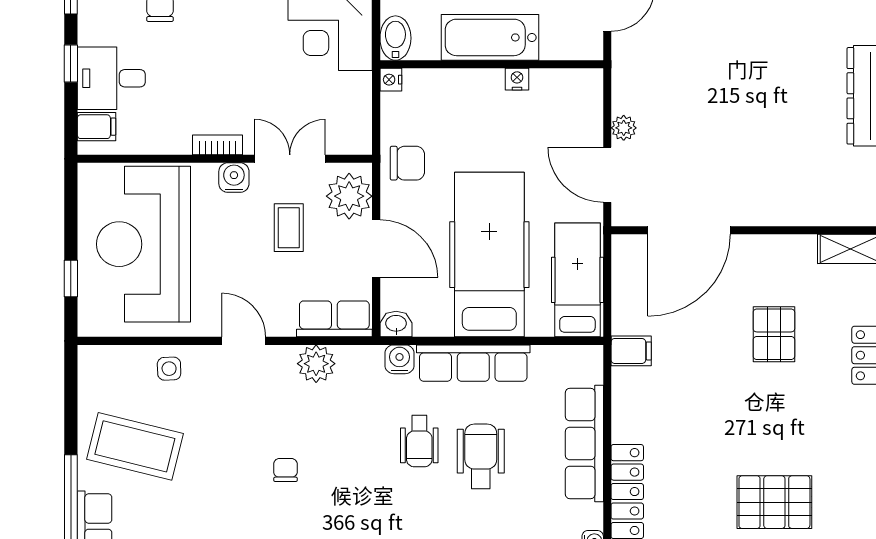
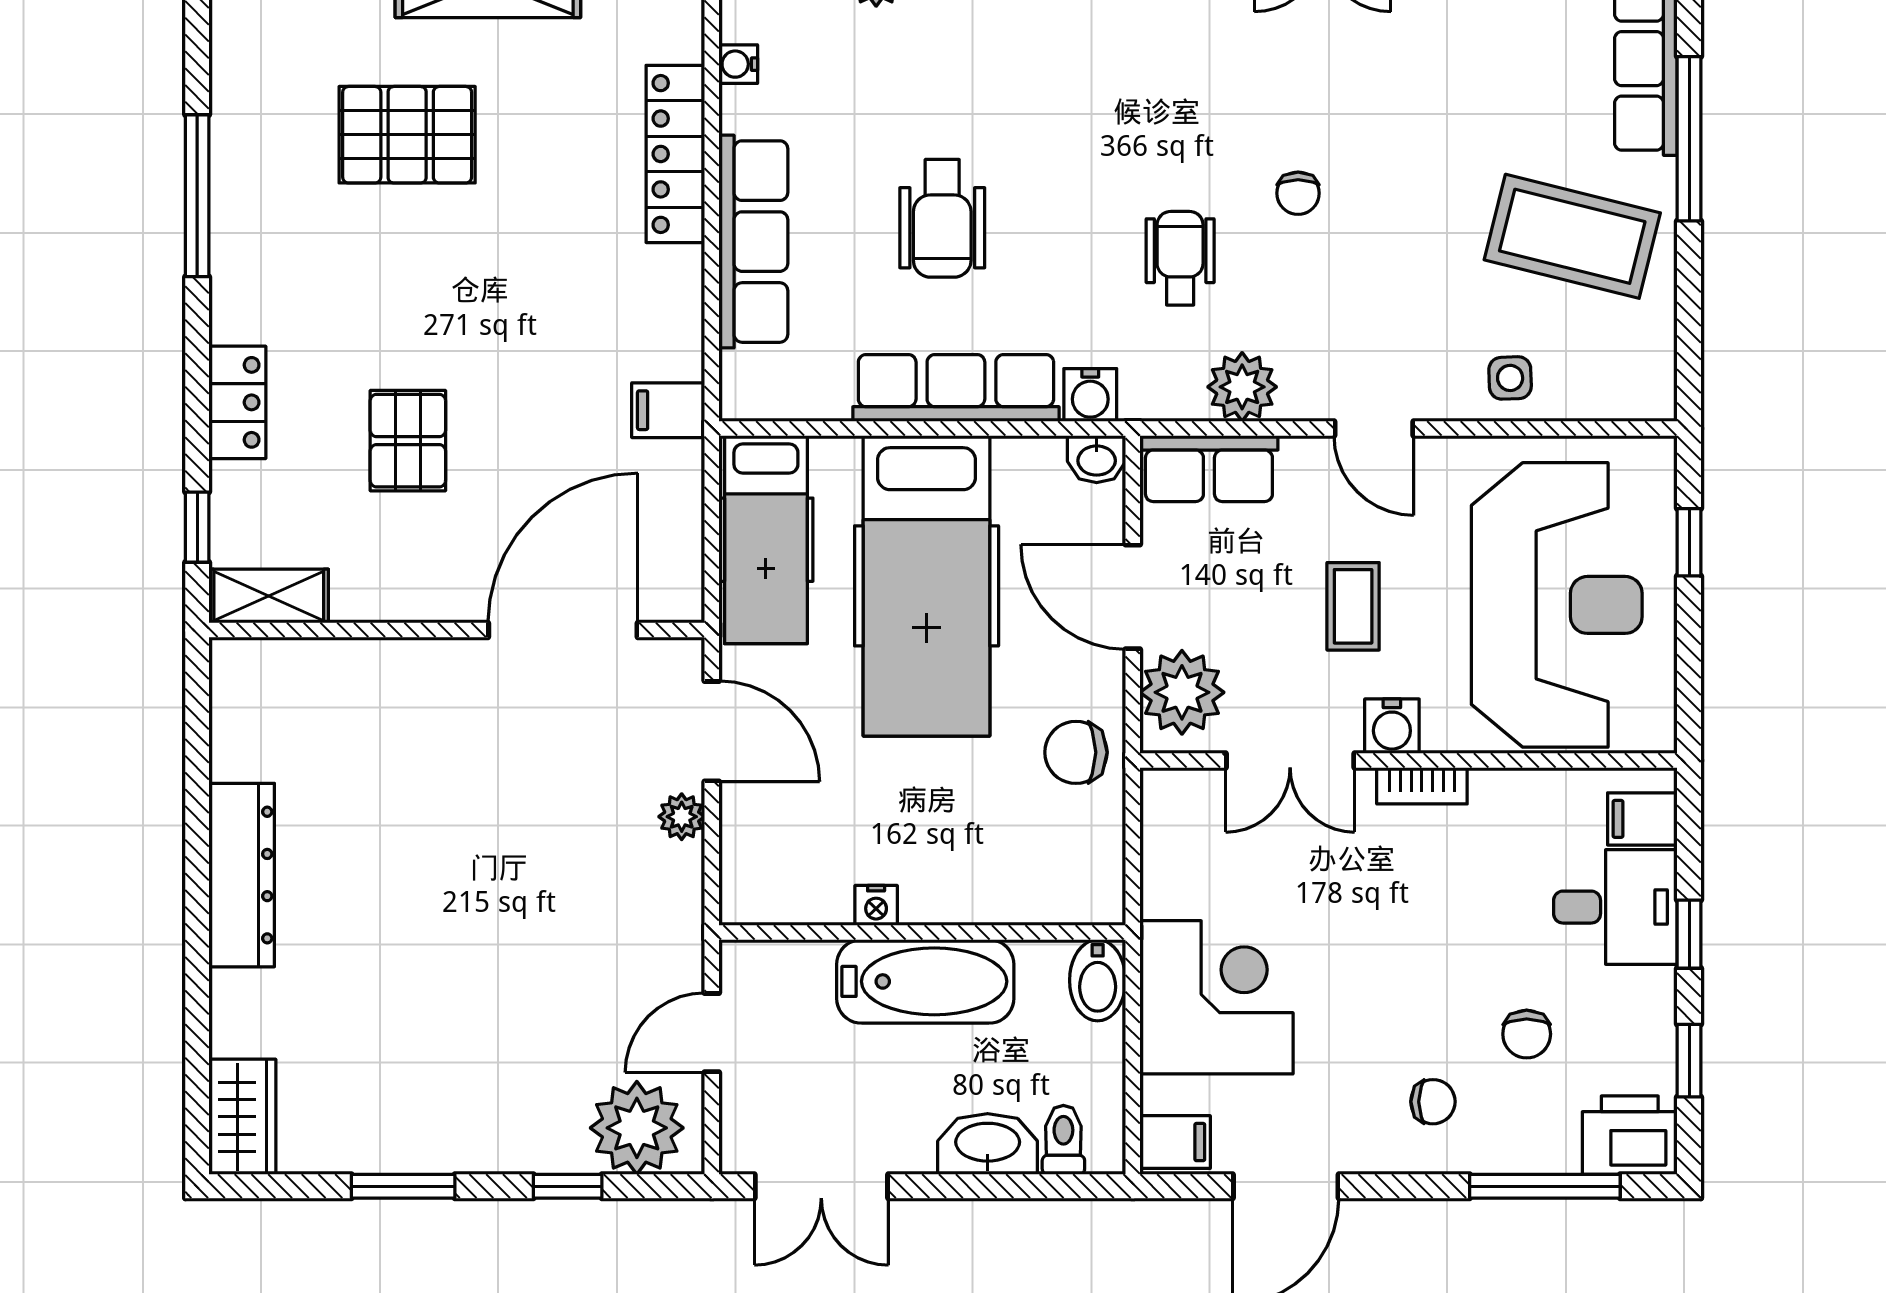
nightstand: (391, 80) -> (1106, 905), removed
coffee table: (289, 228) -> (1353, 606), moved
wheelchair: (419, 441) -> (1180, 258), moved

